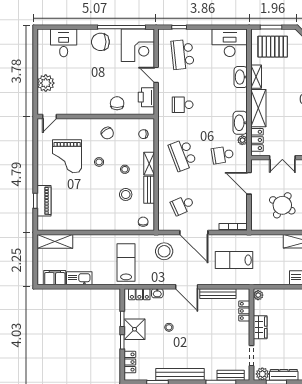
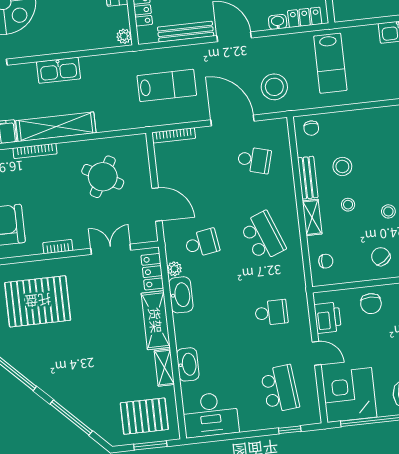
school desk: (183, 205) -> (254, 160), turned 39

